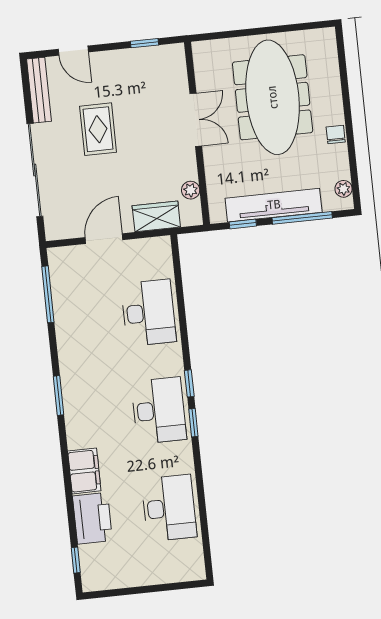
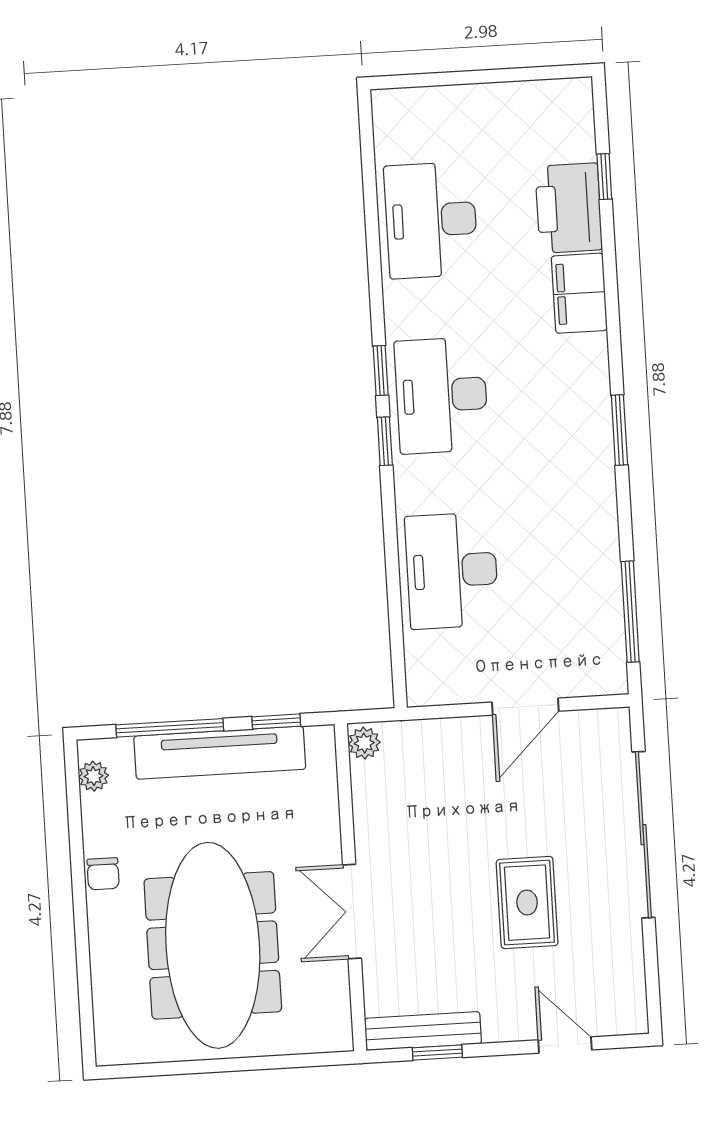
bench: (39, 90) -> (423, 1031), moved, turned 90
plant: (191, 190) -> (364, 743), moved
wardrobe: (156, 216) -> (430, 742), removed
window: (76, 560) -> (604, 177), moved

